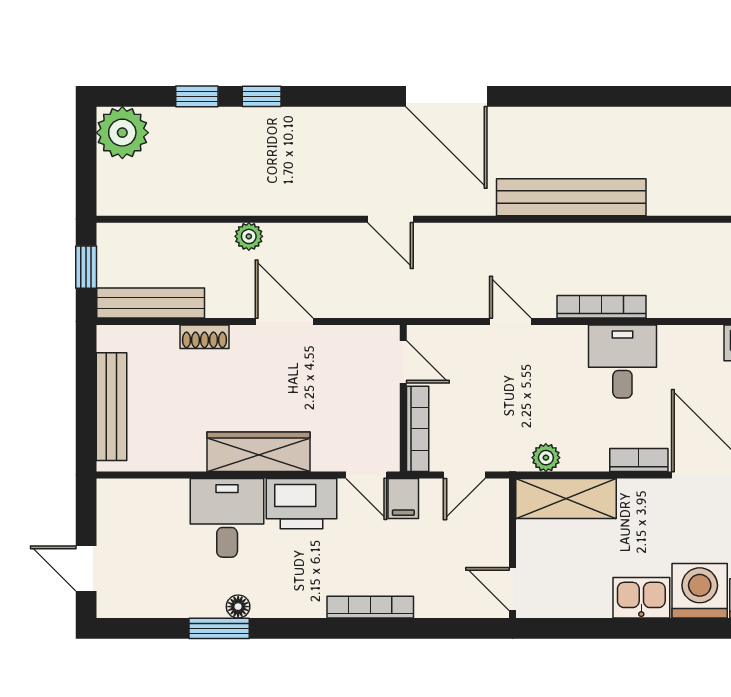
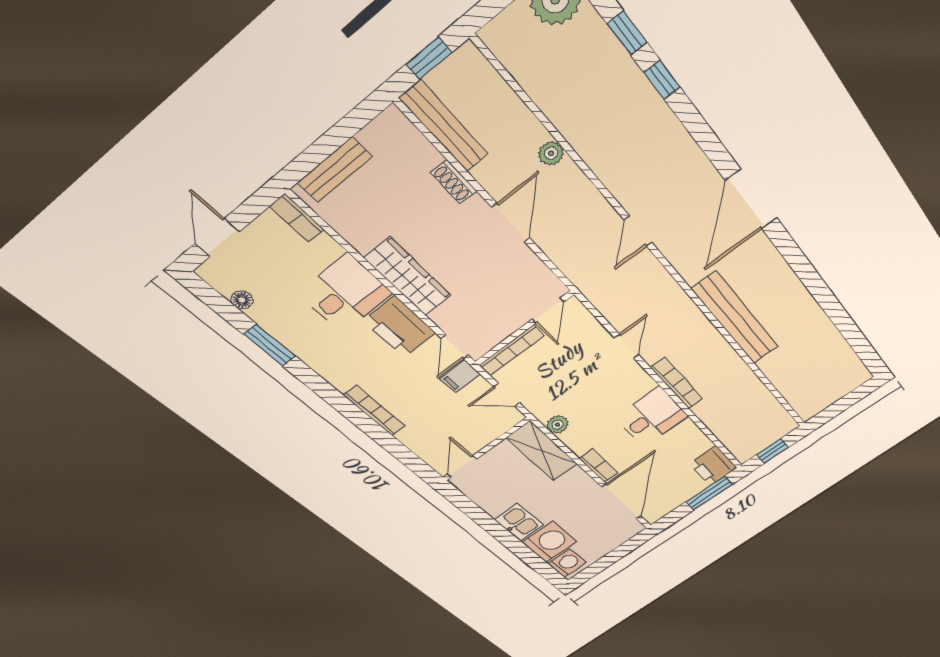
bench: (111, 407) -> (335, 170), width x0.73
bookcase: (125, 490) -> (297, 218), added
floor lamp: (238, 607) -> (242, 300), moved

